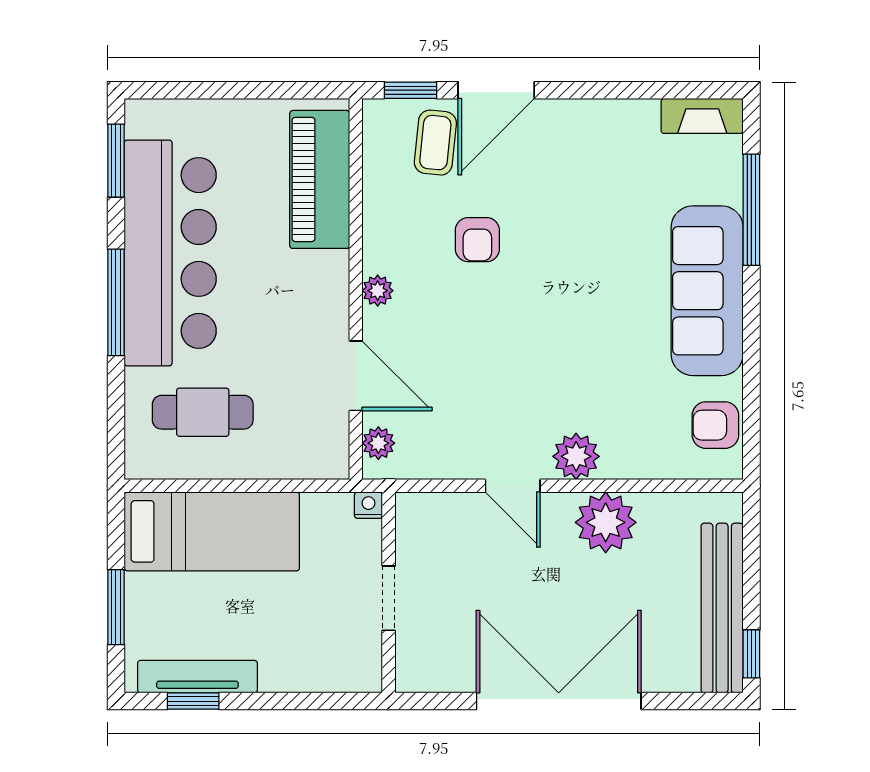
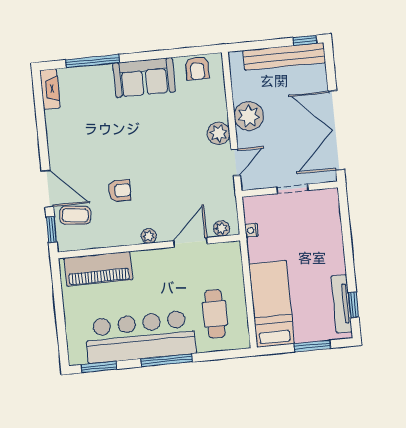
sofa: (707, 291) -> (144, 77), width x0.73
wall: (389, 592) -> (290, 189), moved
doorway: (389, 598) -> (292, 189), moved

